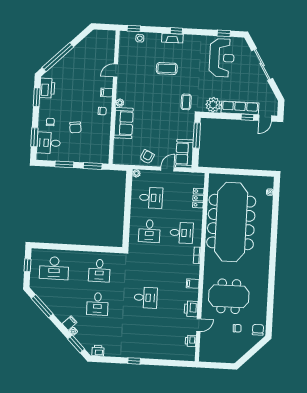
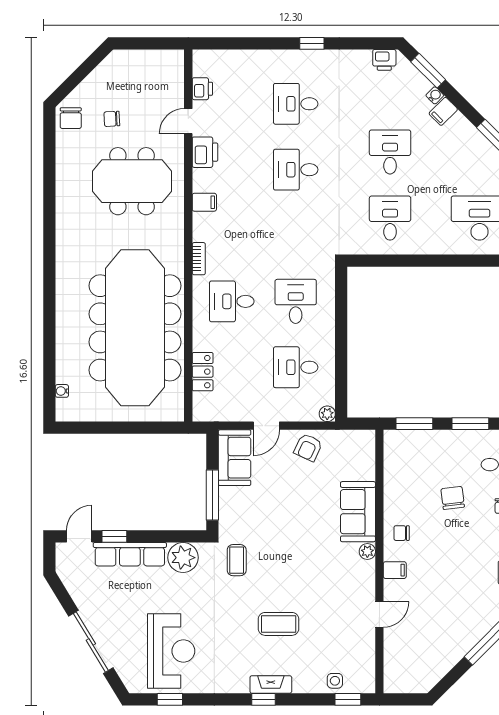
reception desk: (222, 58) -> (171, 651), turned 180
desk: (144, 331) -> (296, 104), added

